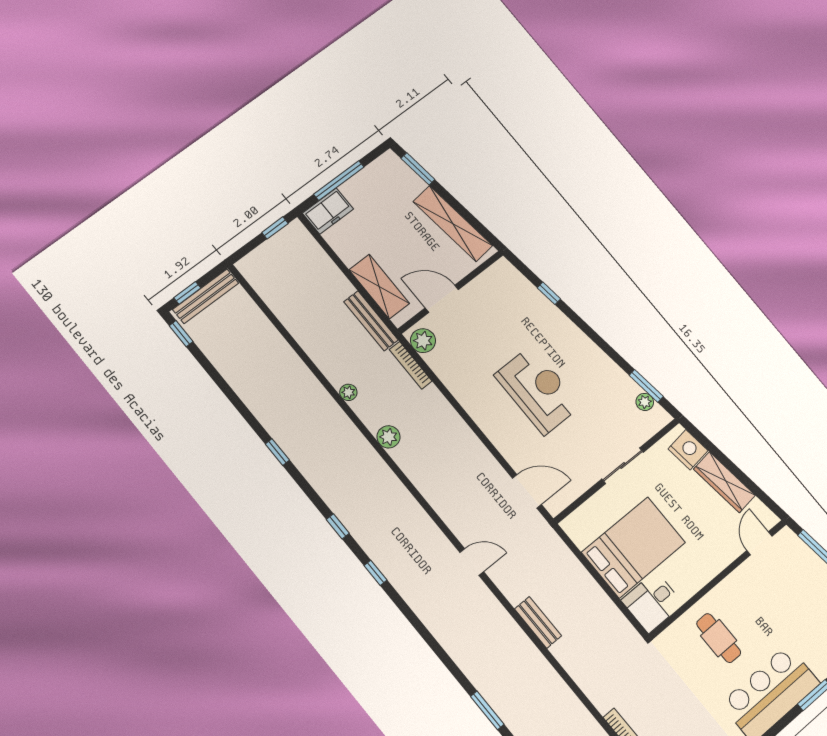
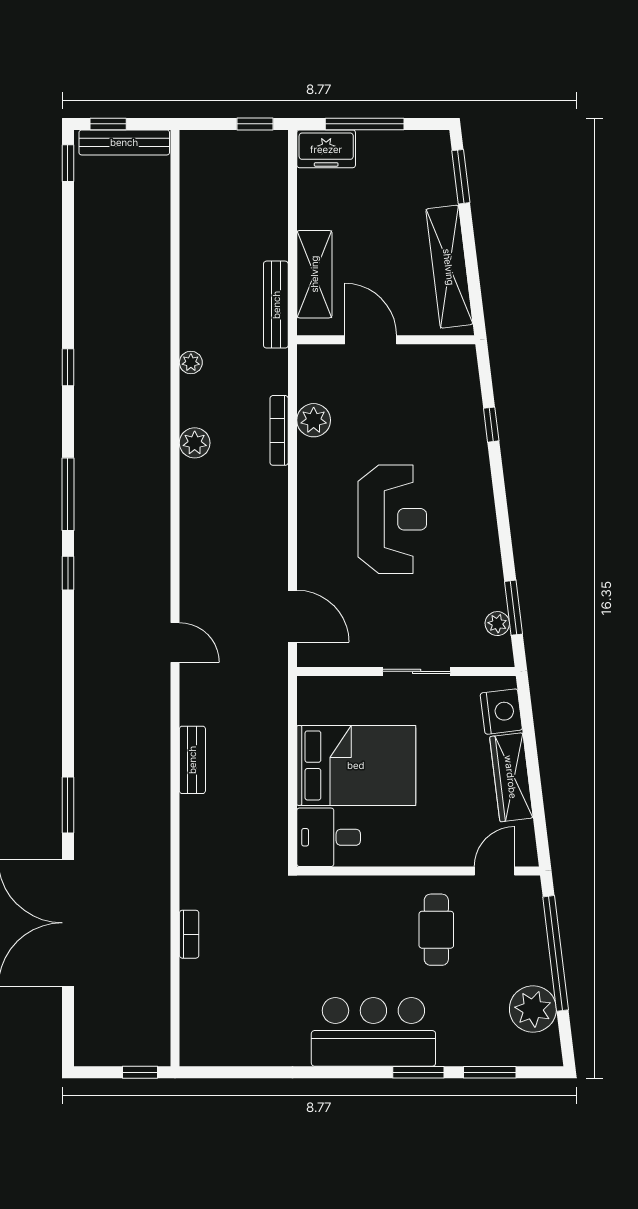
plant: (423, 341) -> (314, 420), moved
bookcase: (411, 365) -> (279, 430), moved
window: (338, 526) -> (68, 494), width x2.17
cafe table: (719, 638) -> (436, 930), moved

